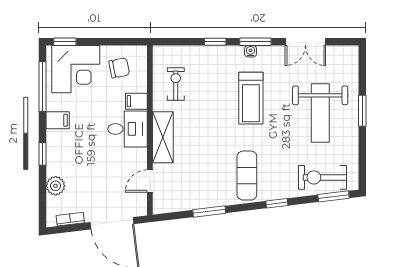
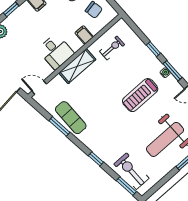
desk: (128, 129) -> (56, 51), moved
exercise mat: (247, 176) -> (71, 118), moved, turned 90
door: (150, 181) -> (39, 87), moved

